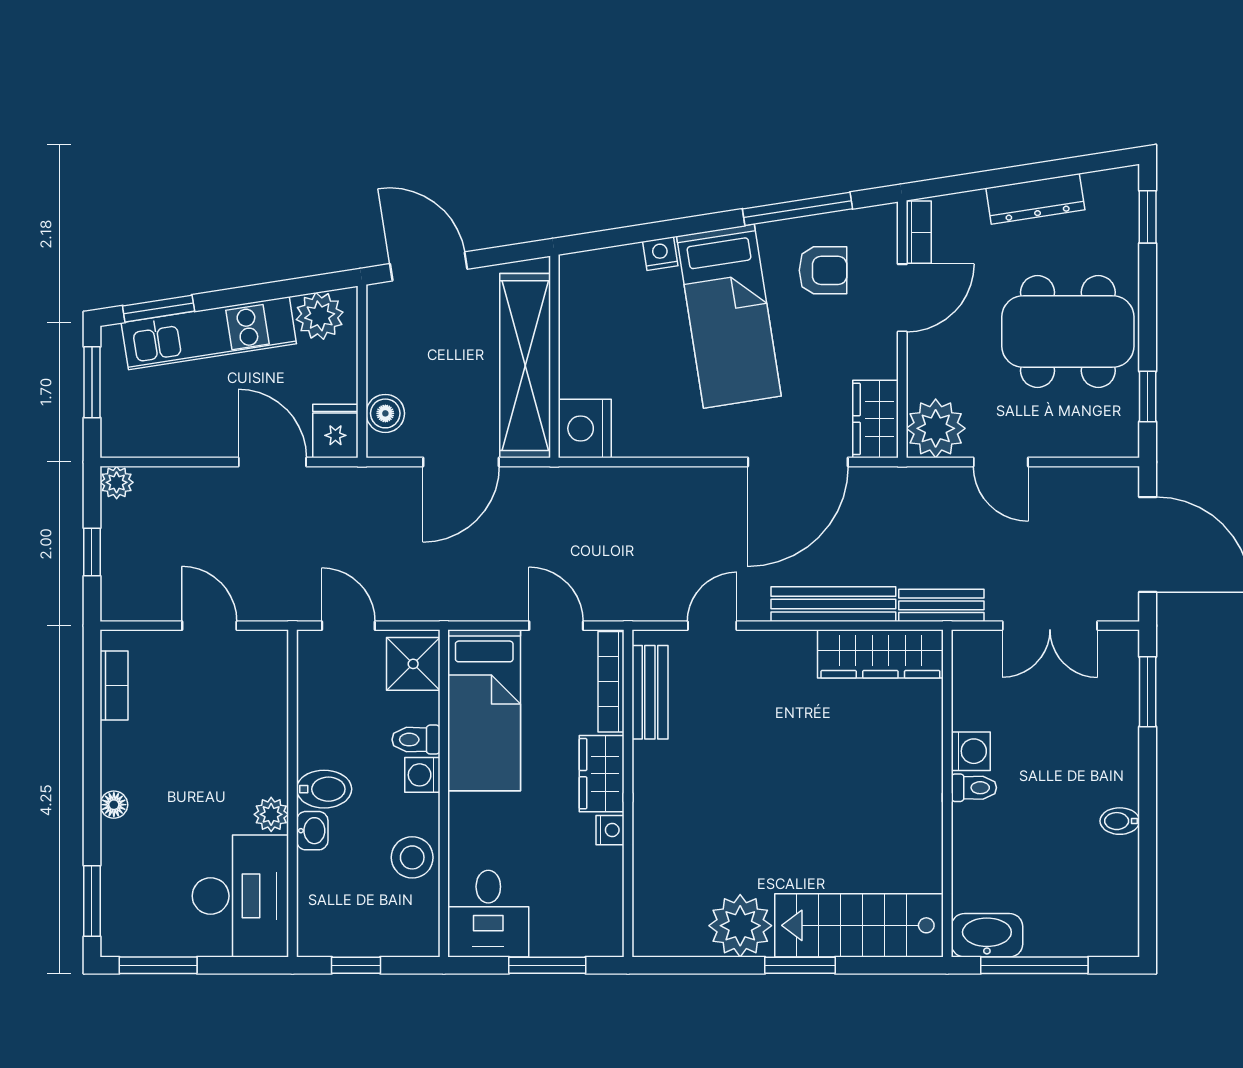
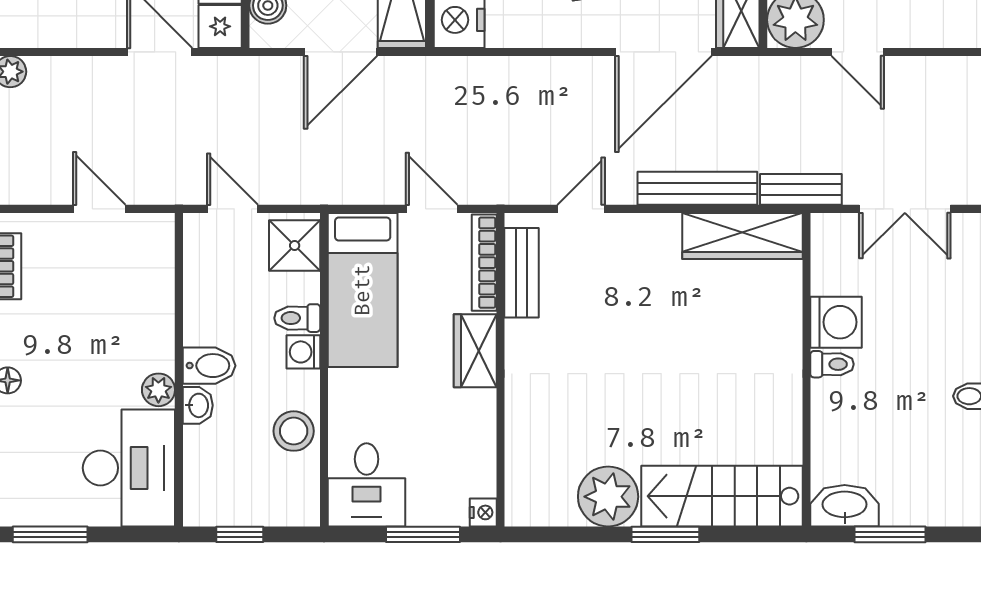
washing machine: (971, 751) -> (836, 322), width x1.38, depth x1.38
nightstand: (610, 830) -> (483, 512), moved
window: (1034, 965) -> (890, 534), width x0.69

